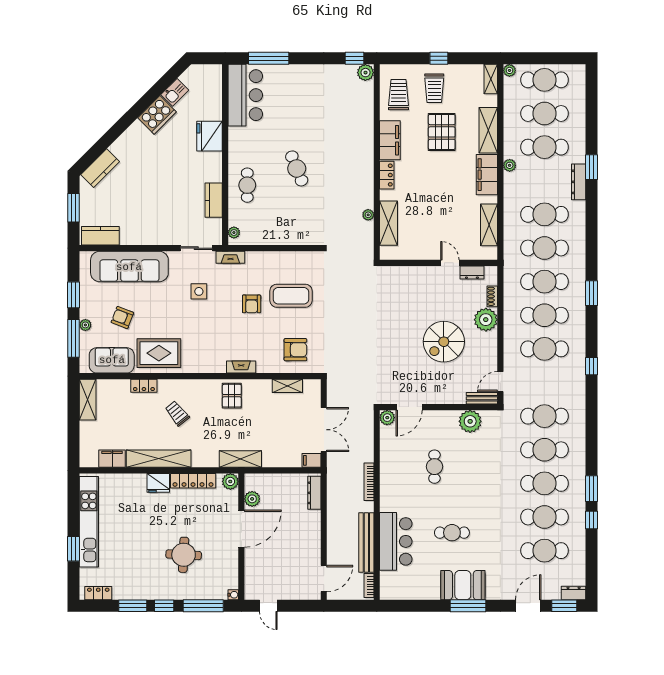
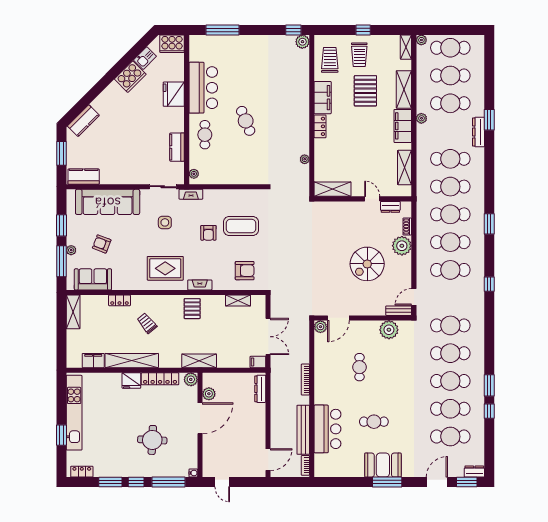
cooker: (207, 75) -> (172, 44), added
bar counter: (245, 95) -> (203, 88), moved
shelving: (389, 223) -> (333, 189), moved, turned 90
rug: (159, 353) -> (165, 268), moved

